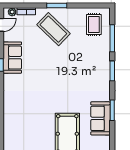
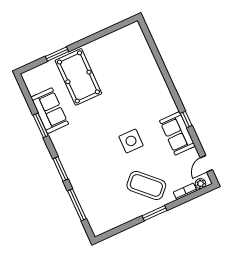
rug: (94, 25) -> (104, 211), removed
side table: (50, 68) -> (131, 141), added

